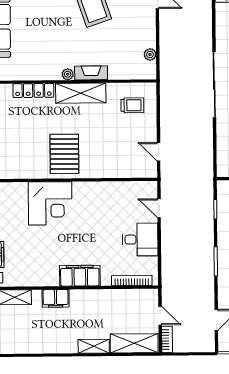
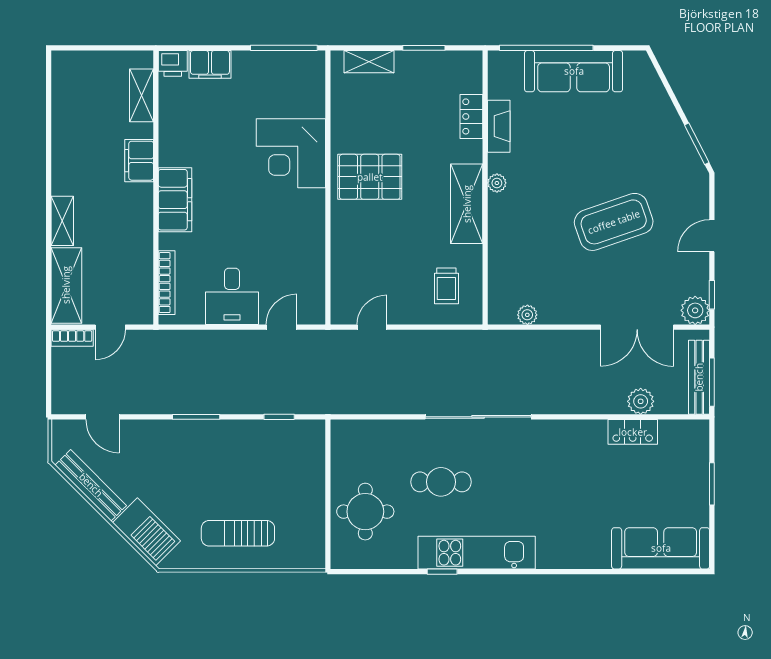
fireplace: (91, 73) -> (499, 126), moved
locker: (33, 90) -> (471, 116), width x0.66

